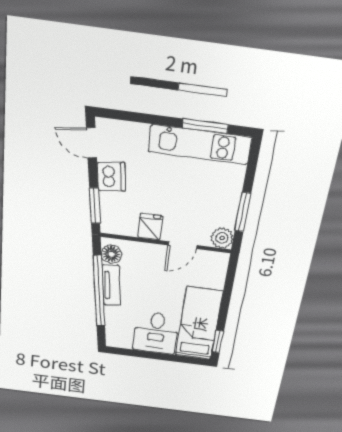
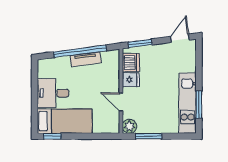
dishwasher: (111, 177) -> (131, 62), moved, turned -83
floor lamp: (111, 254) -> (108, 57), removed

